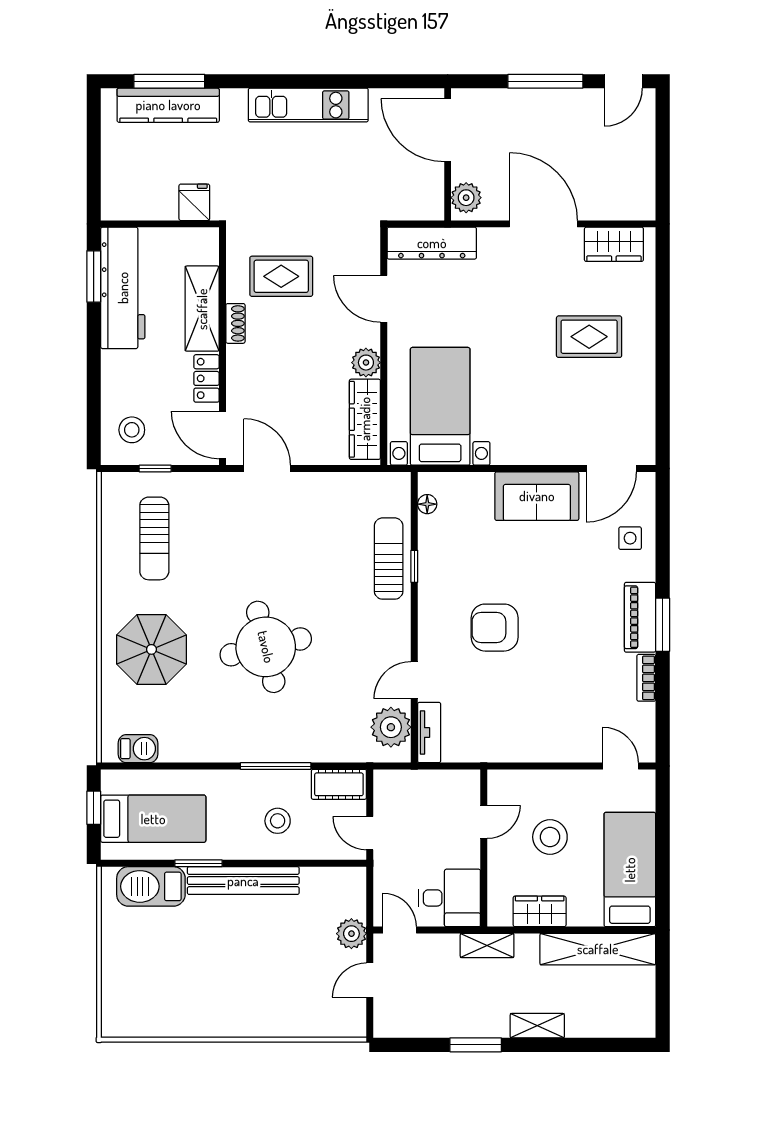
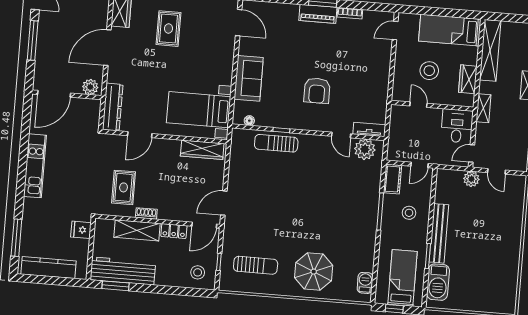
kitchen counter: (168, 105) -> (49, 268), moved, turned -90
plant: (366, 363) -> (172, 147), removed
sofa: (537, 496) -> (249, 78), moved
side table: (630, 538) -> (276, 16), removed
round table: (266, 647) -> (317, 212), removed

